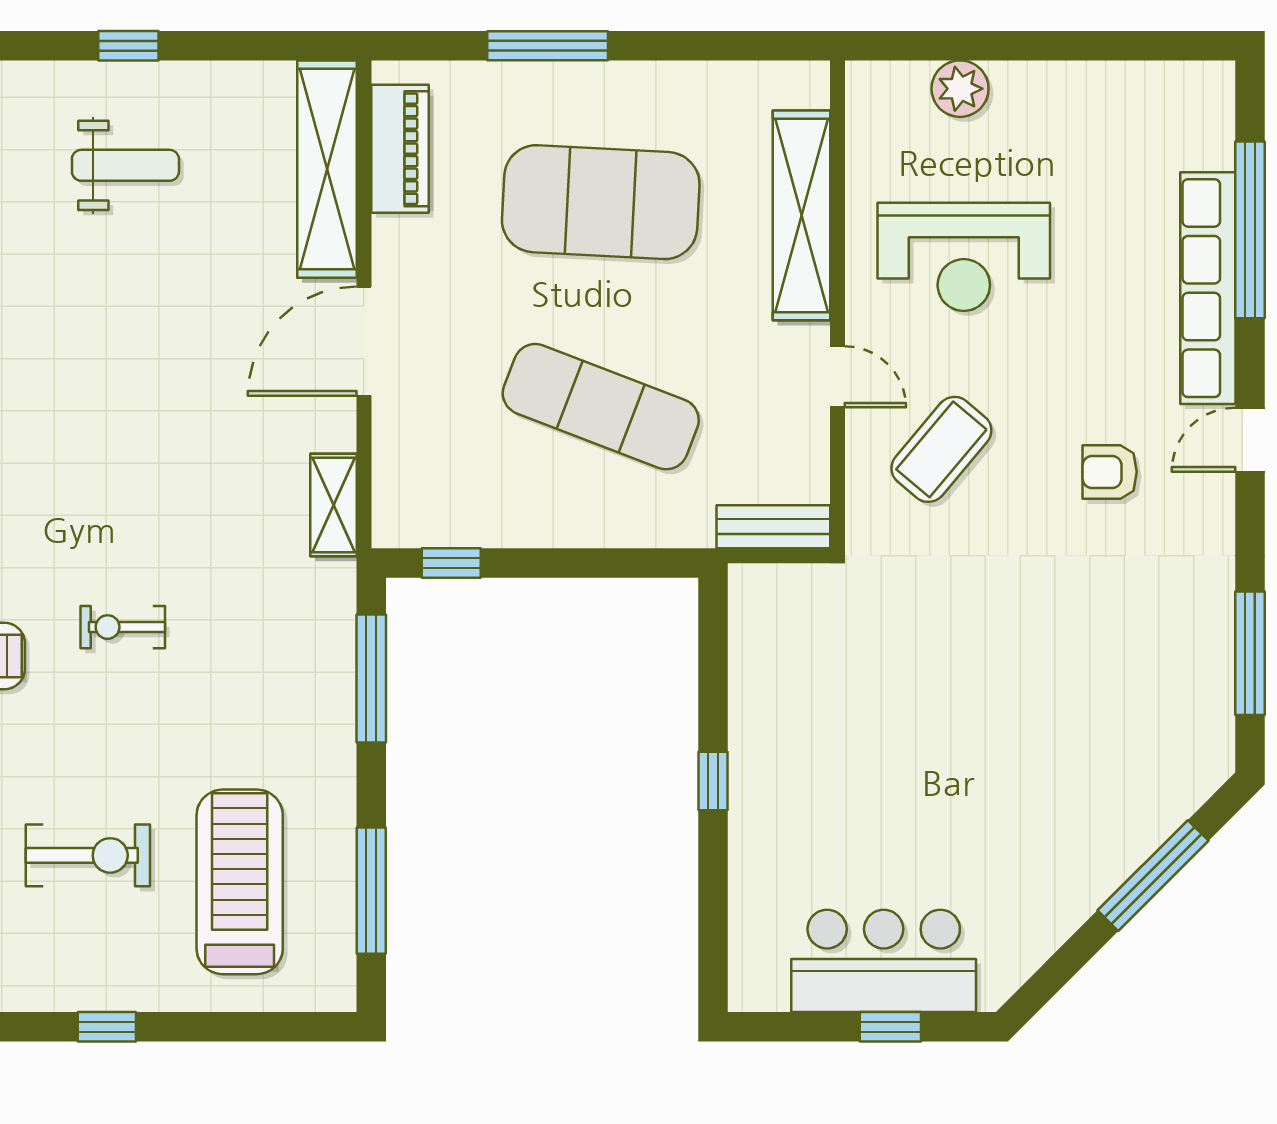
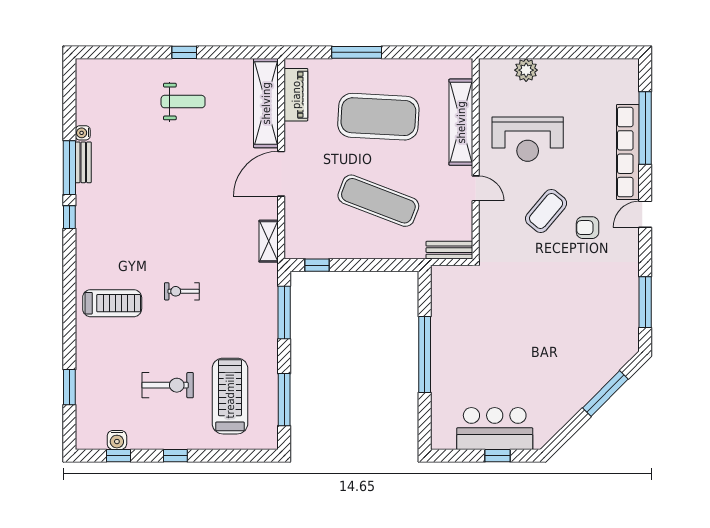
coffee table: (941, 449) -> (546, 211), moved
window: (713, 781) -> (425, 355), width x3.17

